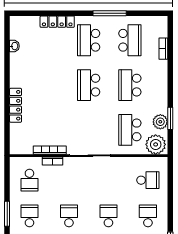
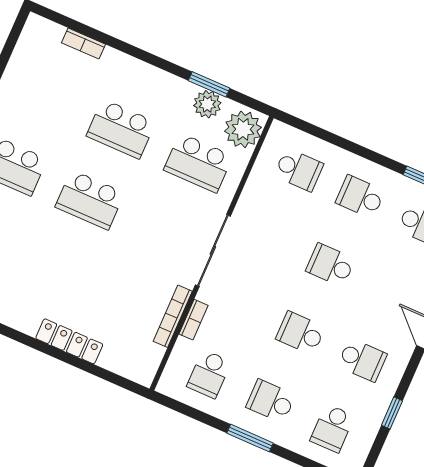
school desk: (130, 40) -> (44, 95), removed
school desk: (29, 180) -> (209, 374), turned 90
school desk: (148, 180) -> (299, 170), turned 90

